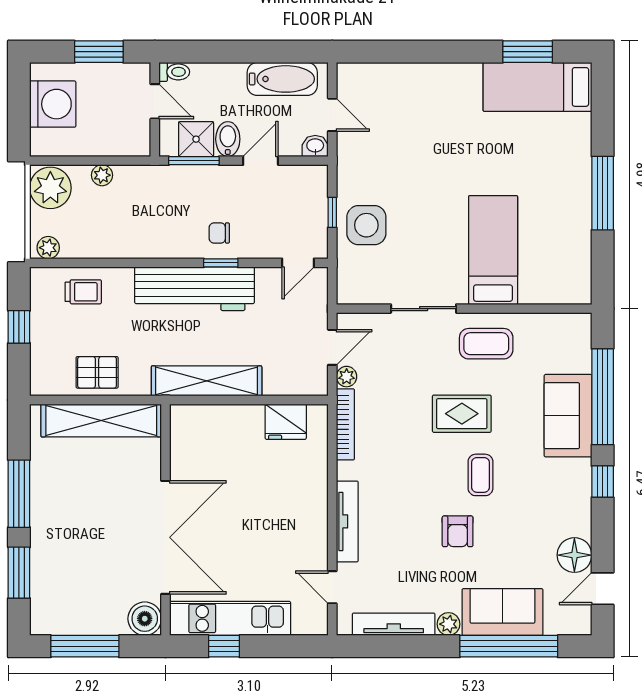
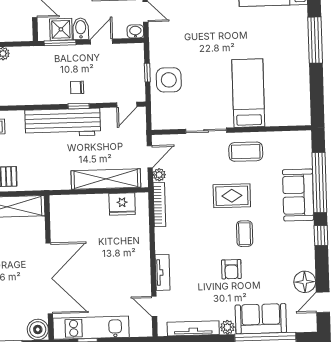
window: (603, 193) -> (315, 40), moved
shelving: (207, 381) -> (106, 179), moved
tv unit: (347, 521) -> (163, 272), width x0.71

